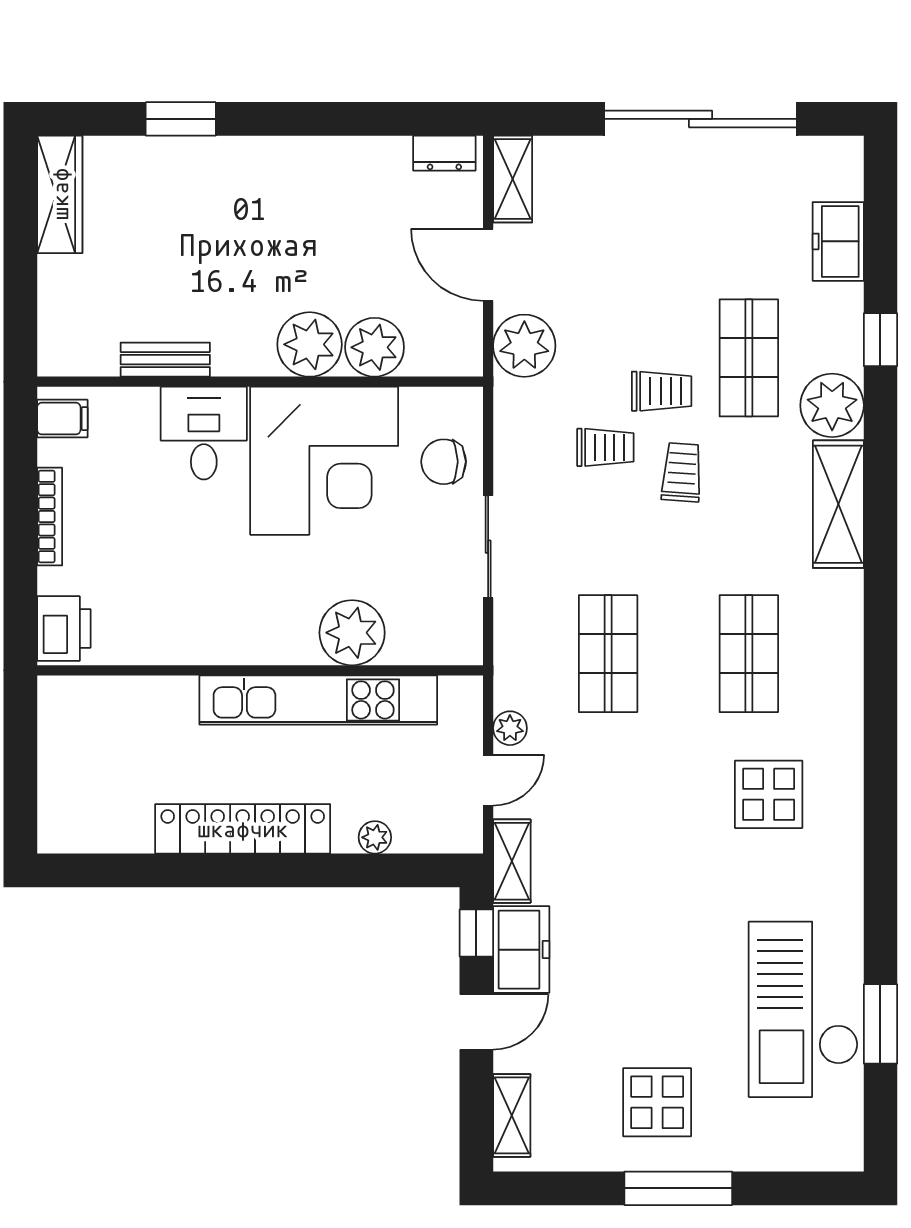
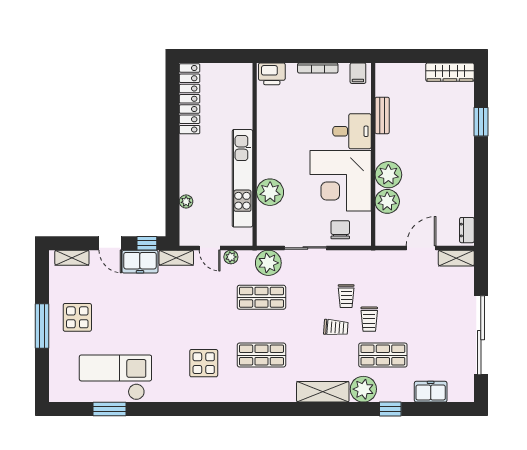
plant: (524, 346) -> (268, 263), moved
locker: (243, 829) -> (190, 99), moved

